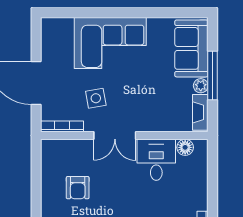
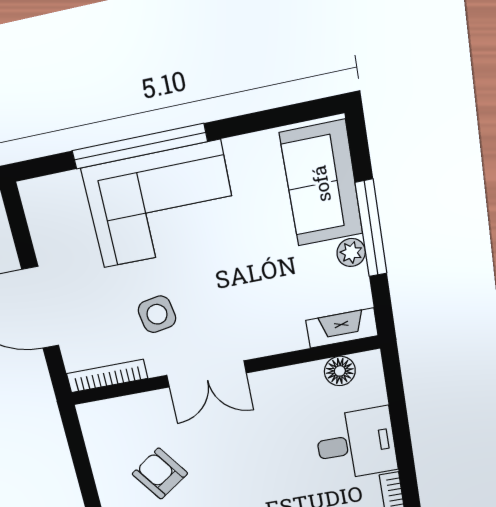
window: (106, 13) -> (140, 146), added
fireplace: (200, 112) -> (342, 328), moved, turned 90
desk: (156, 160) -> (356, 444), moved, turned 90
armchair: (78, 188) -> (160, 474), turned 145

